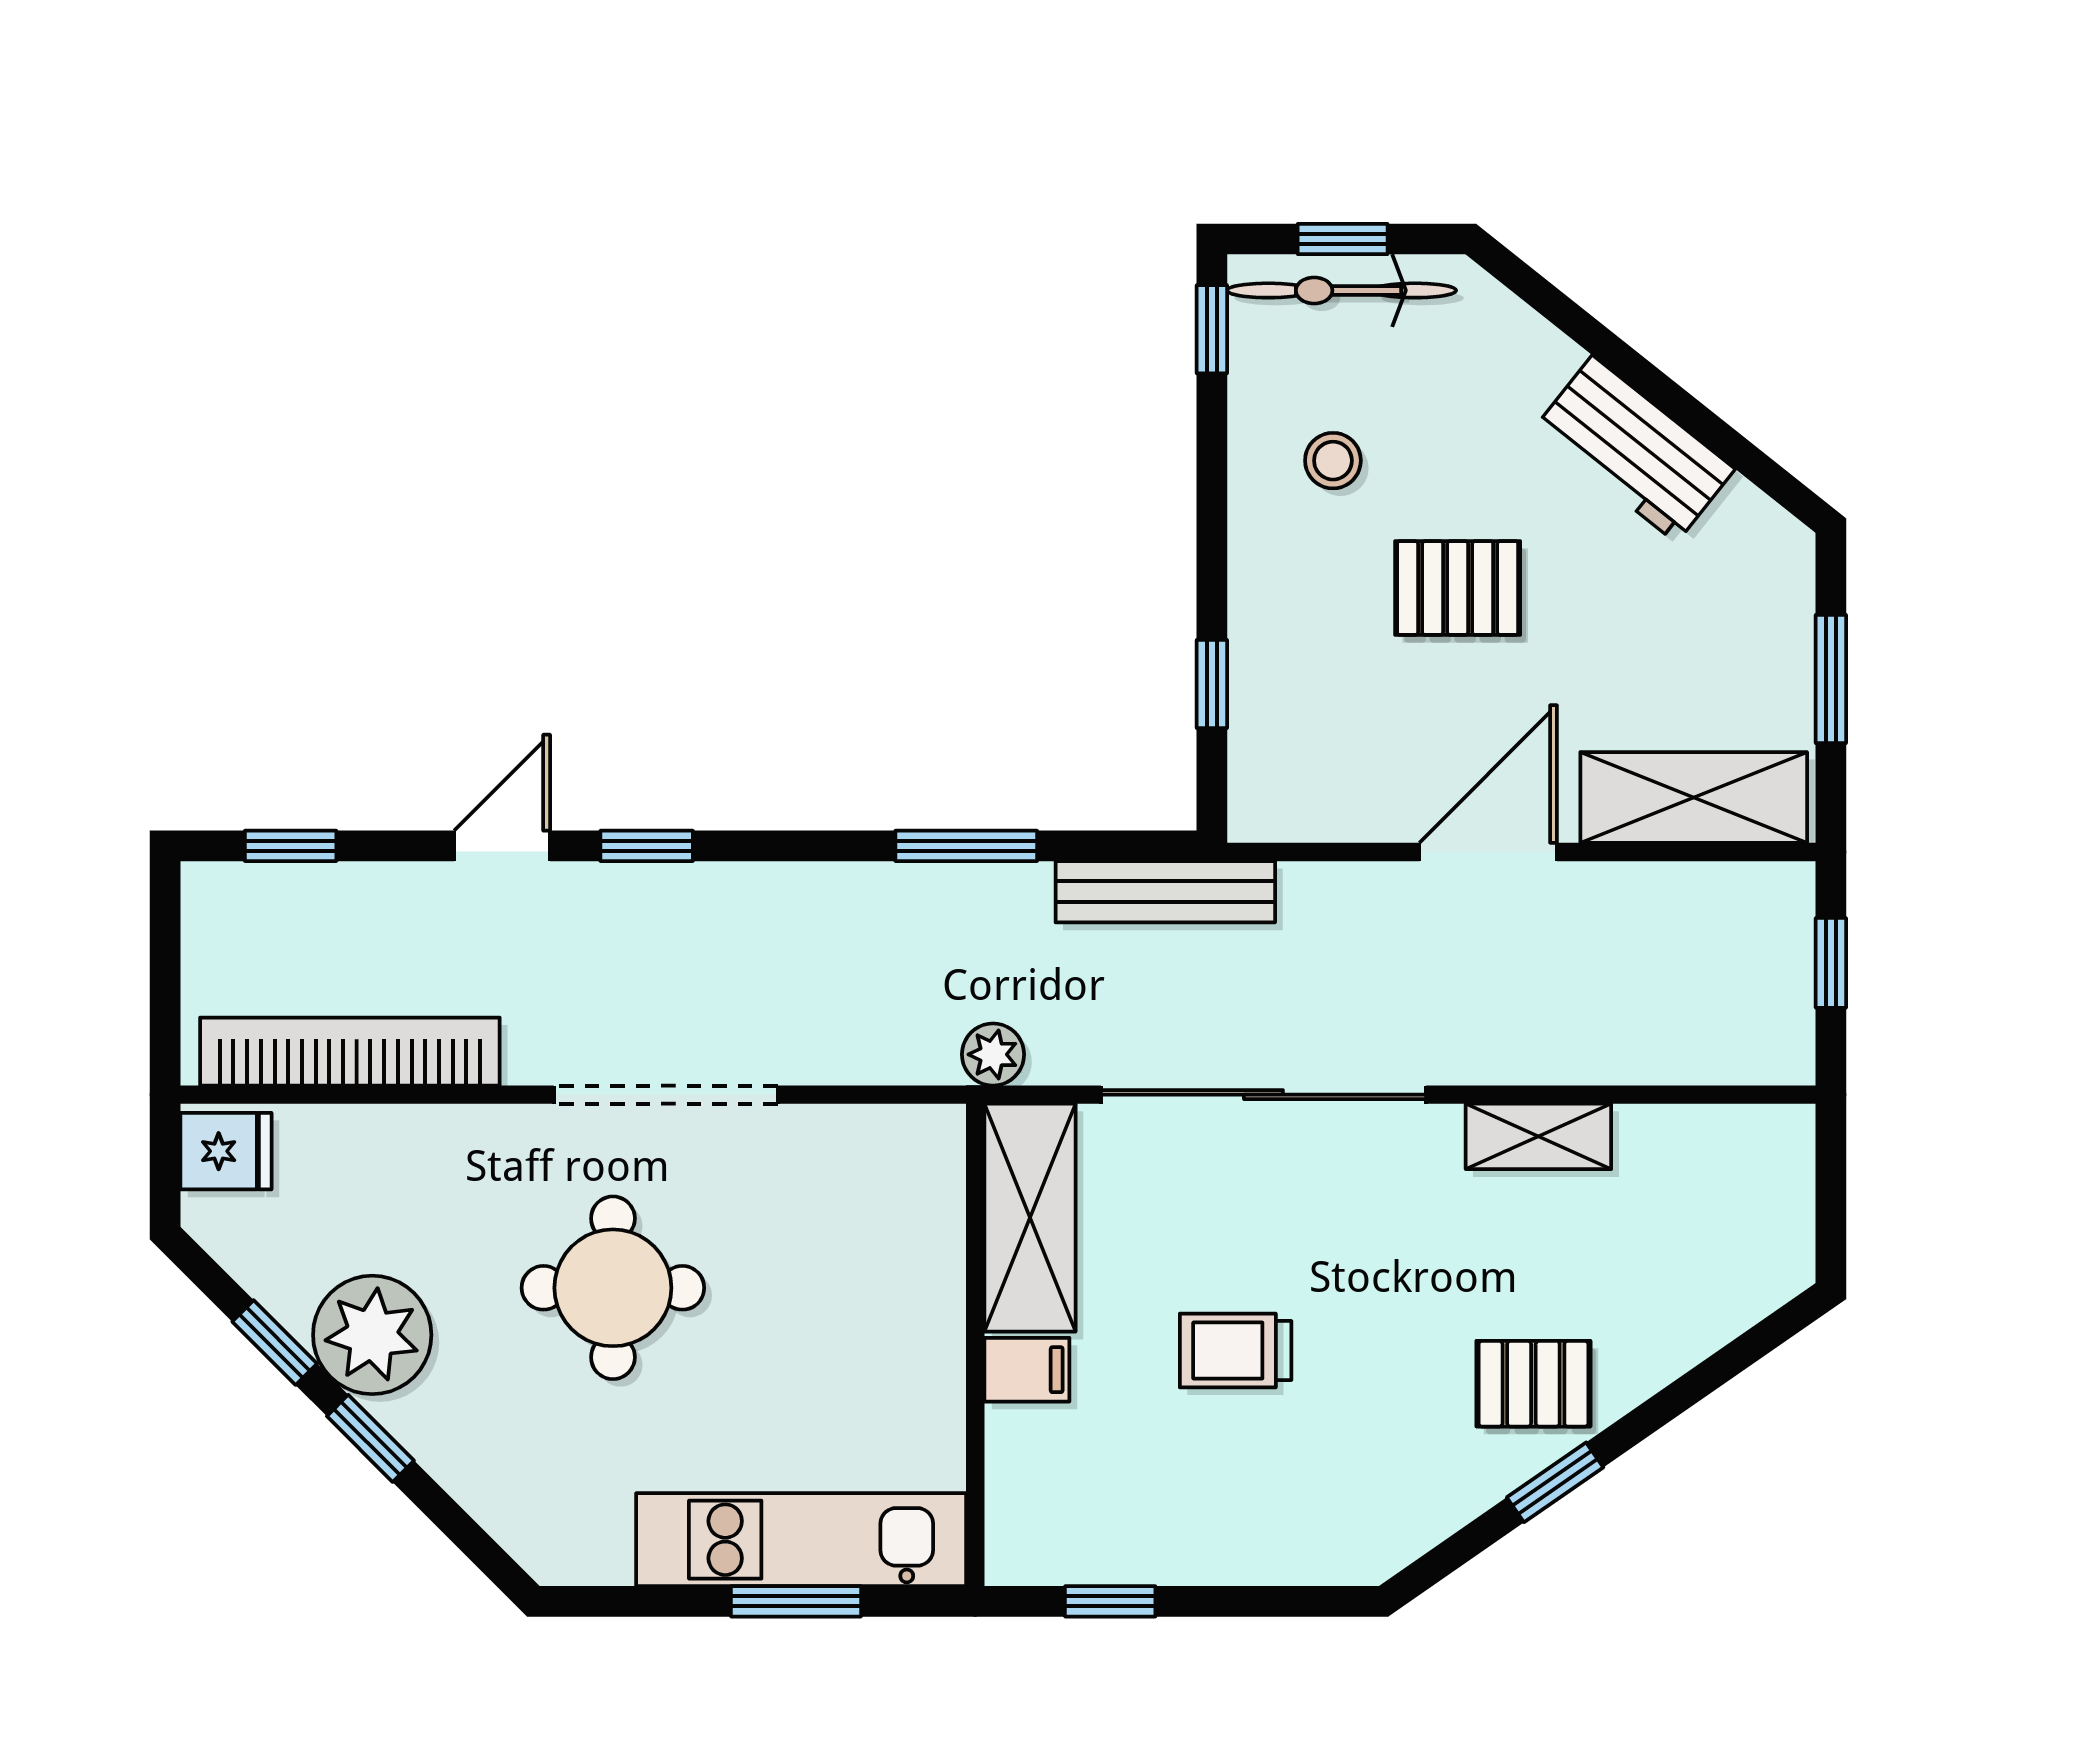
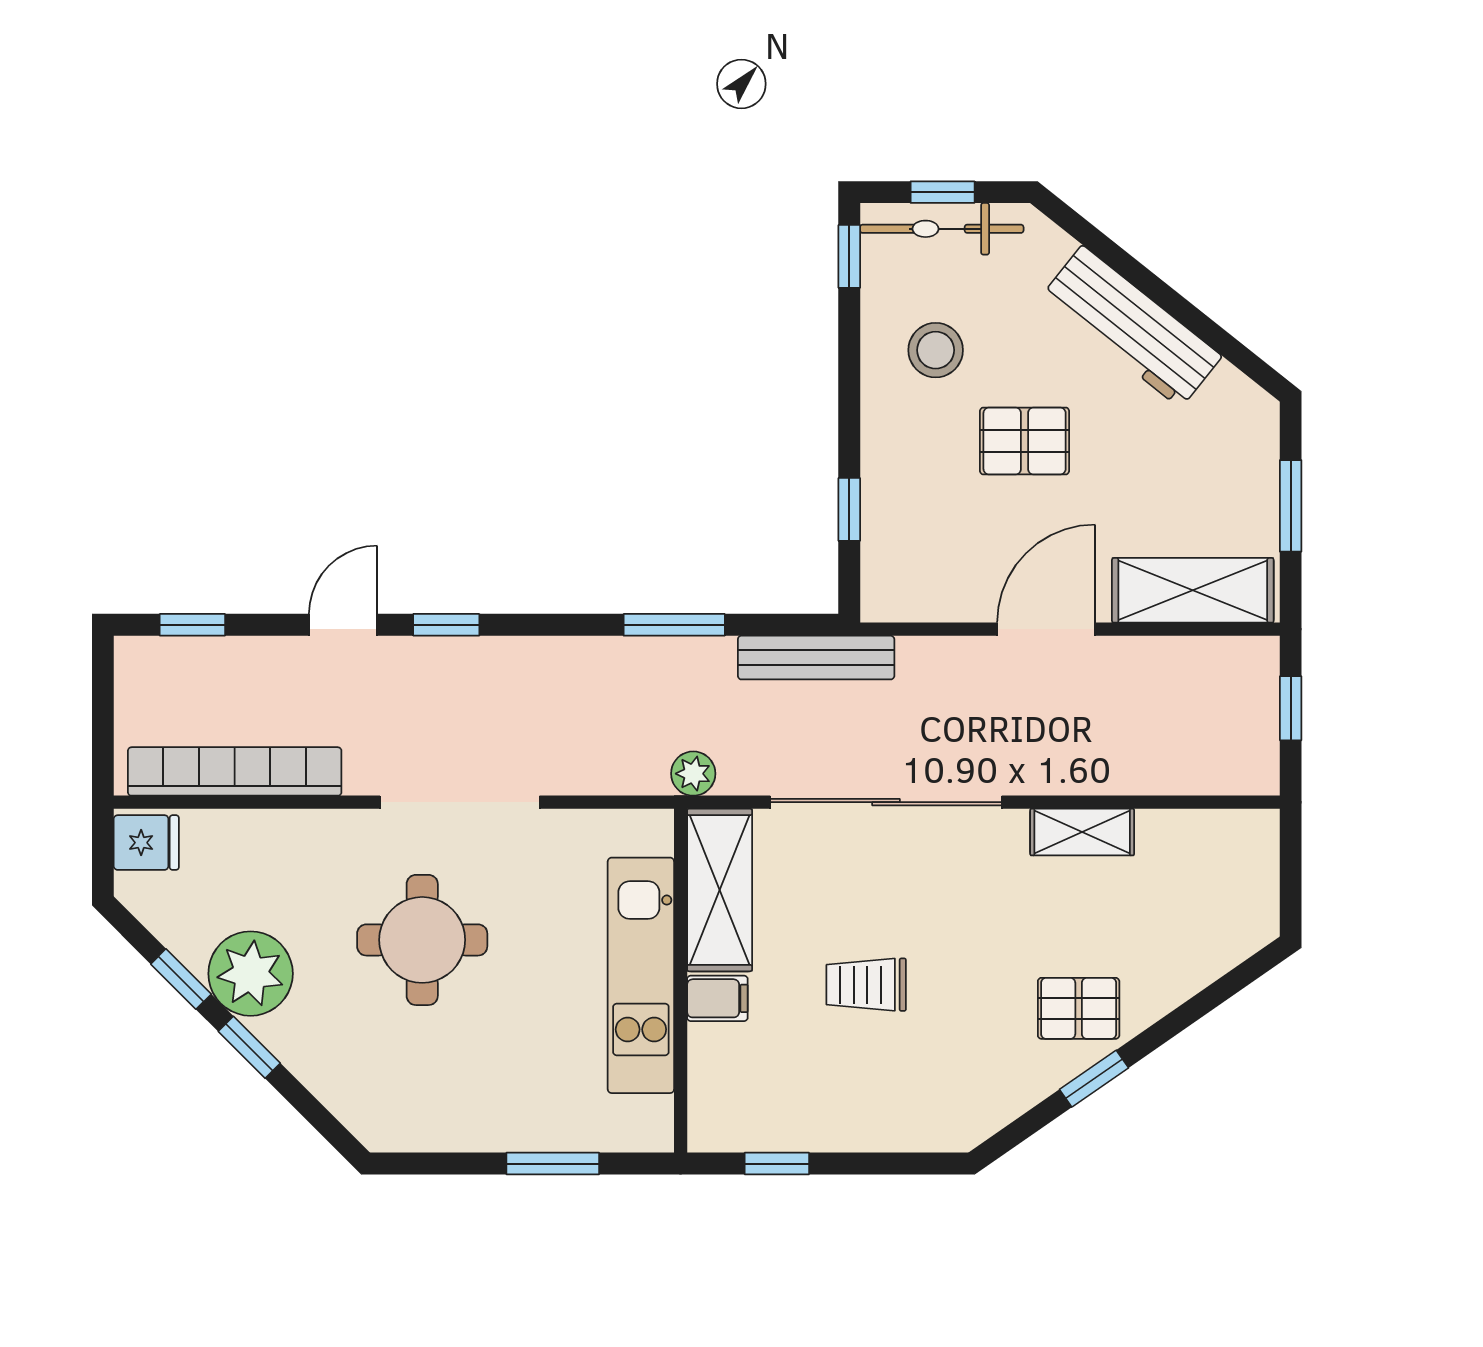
workbench: (1634, 449) -> (1131, 327), width x1.38
stool: (1333, 461) -> (936, 350), width x1.37, depth x1.37
kitchen unit: (801, 1540) -> (641, 975), moved, turned -90

